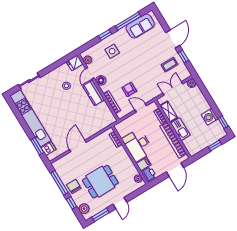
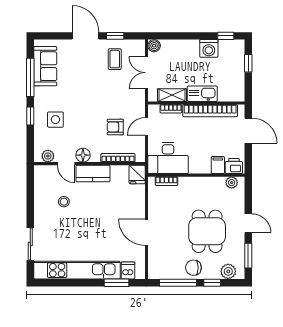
fridge: (75, 63) -> (137, 174), moved
desk: (138, 145) -> (168, 158), moved

